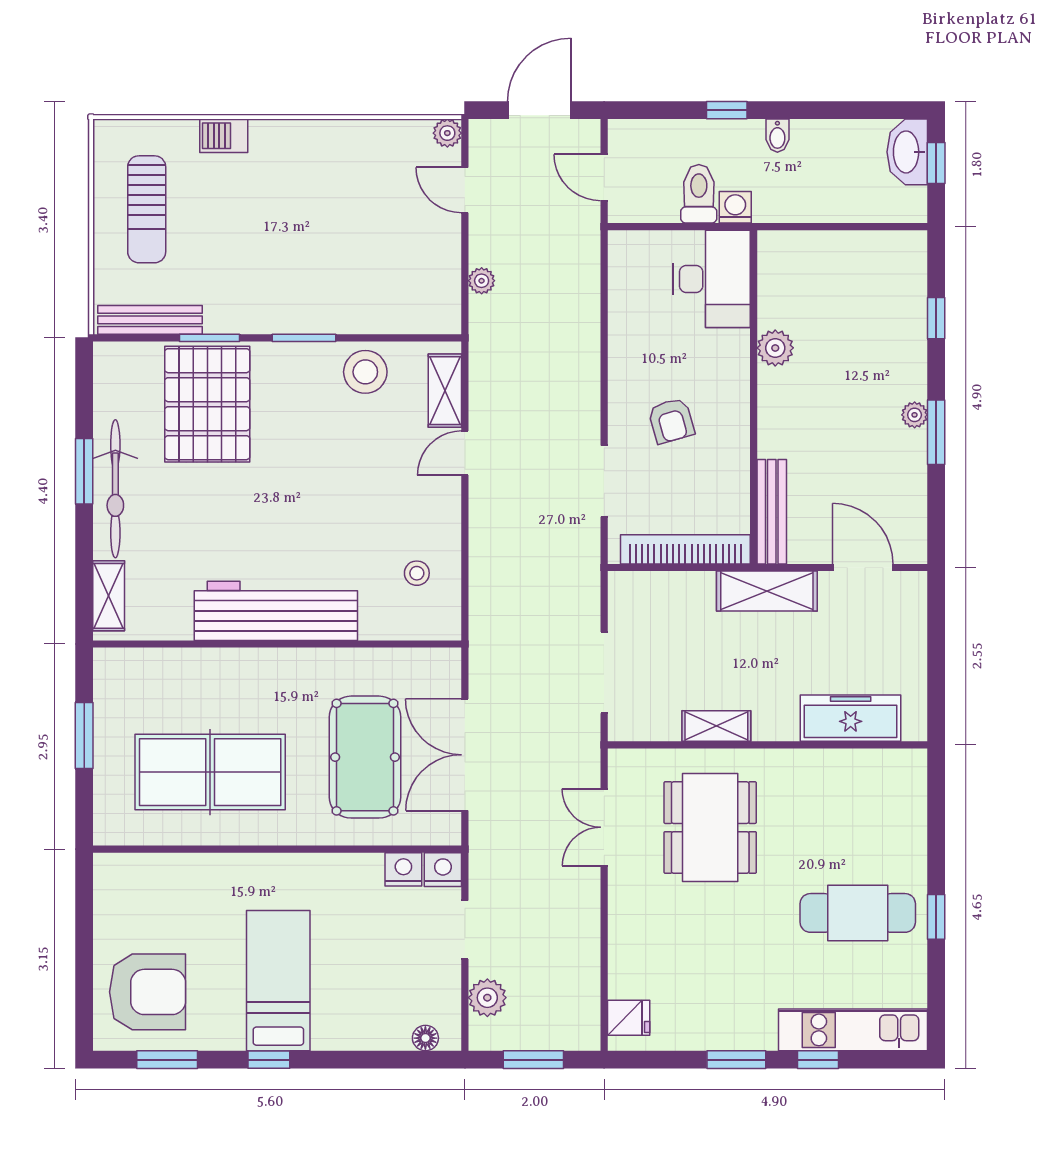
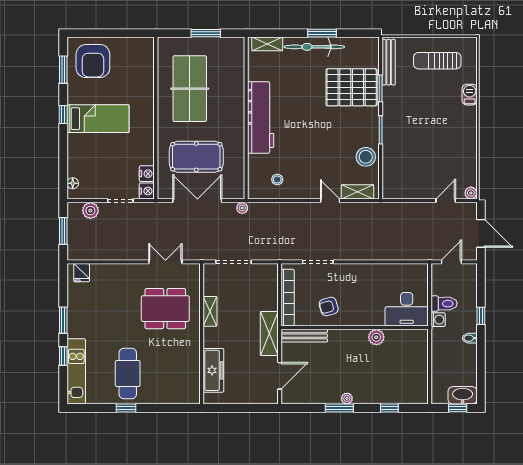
plant: (482, 281) -> (242, 208), moved
armchair: (671, 421) -> (329, 306), moved

